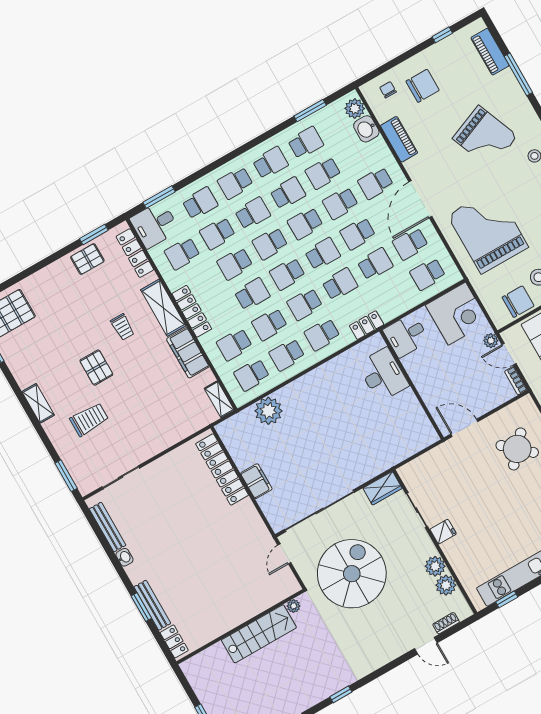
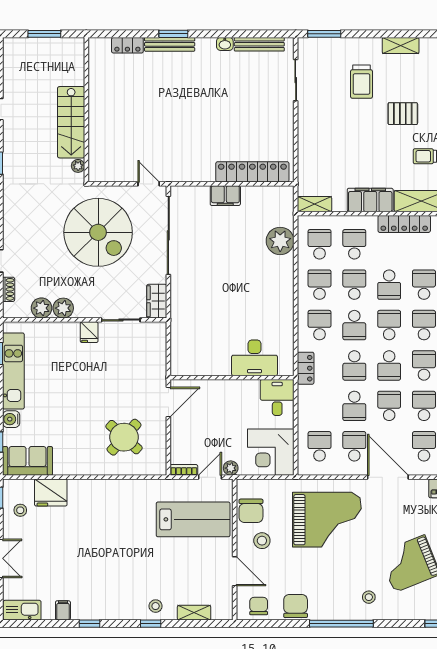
school desk: (305, 304) -> (354, 325), turned 180
plant: (294, 606) -> (78, 166), moved
wall: (240, 627) -> (86, 110), moved
stairs: (259, 634) -> (71, 122), moved

